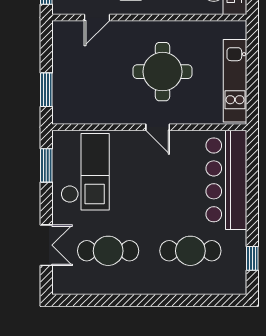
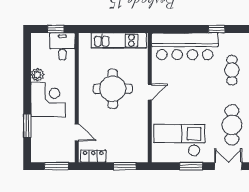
locker: (61, 42) -> (93, 156), added
window: (46, 165) -> (191, 166), moved
cafe table: (190, 251) -> (232, 70), width x0.73, depth x0.74
window: (252, 258) -> (217, 29), moved

